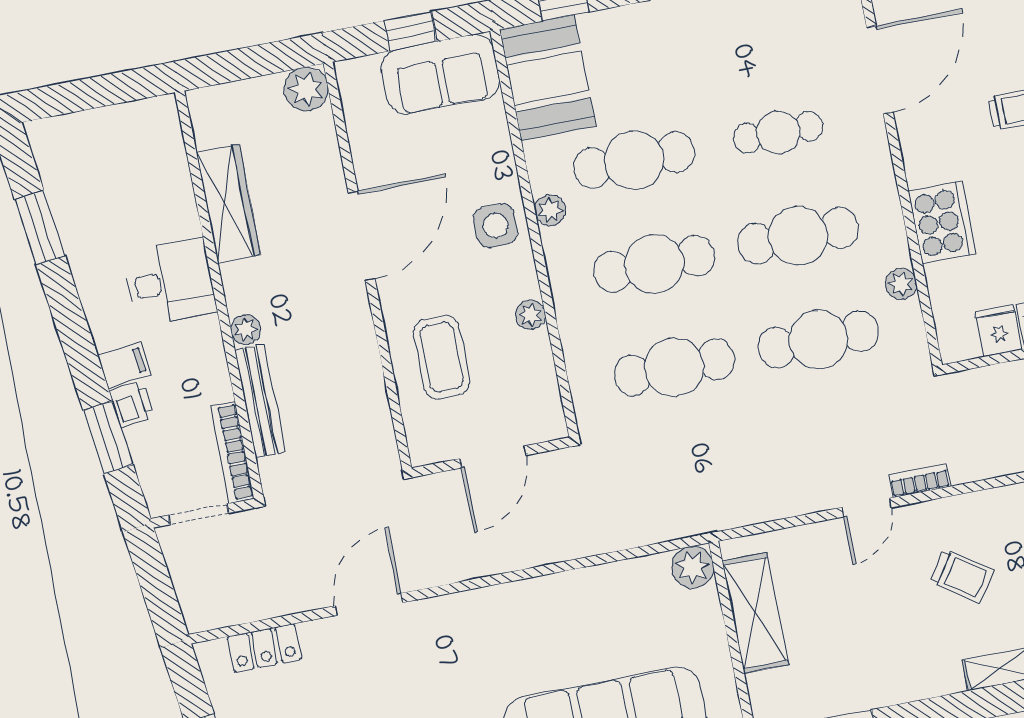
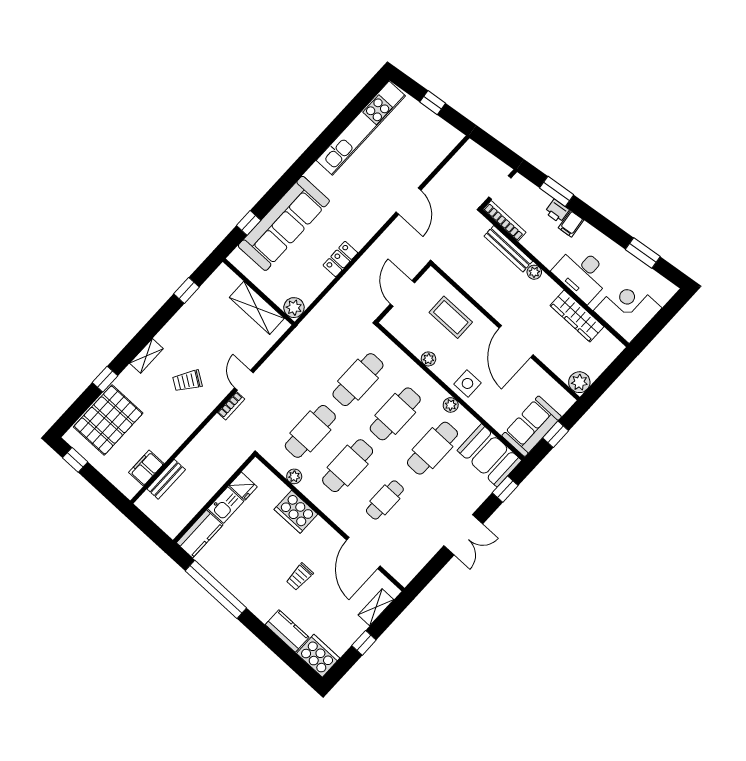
corner desk: (135, 152) -> (628, 309), added
desk: (170, 282) -> (582, 274), width x1.37
locker: (265, 648) -> (340, 259), moved

